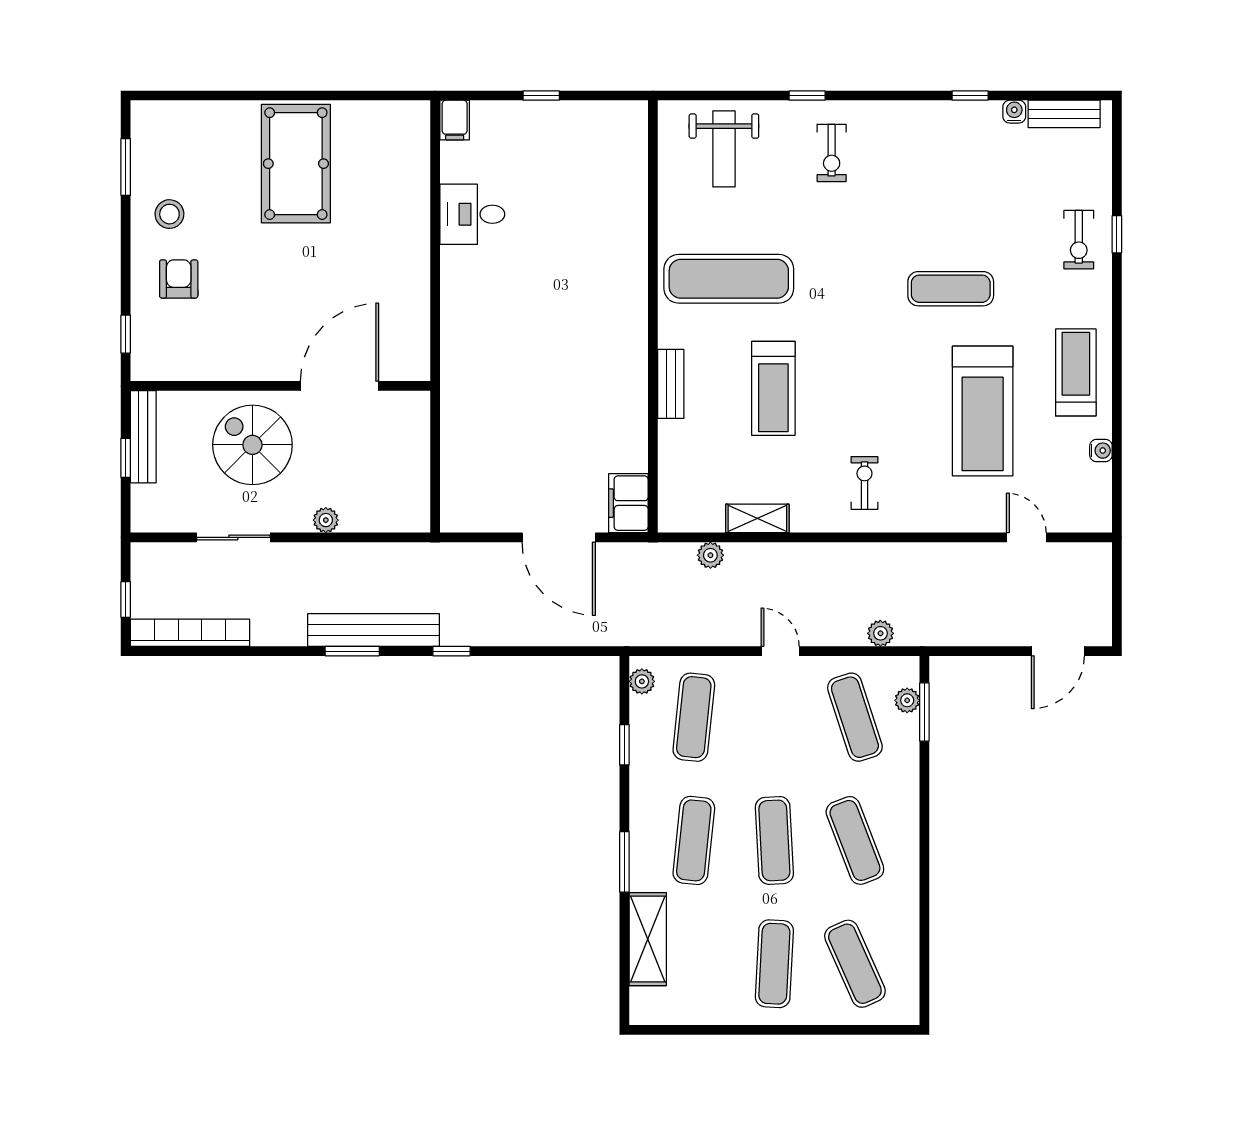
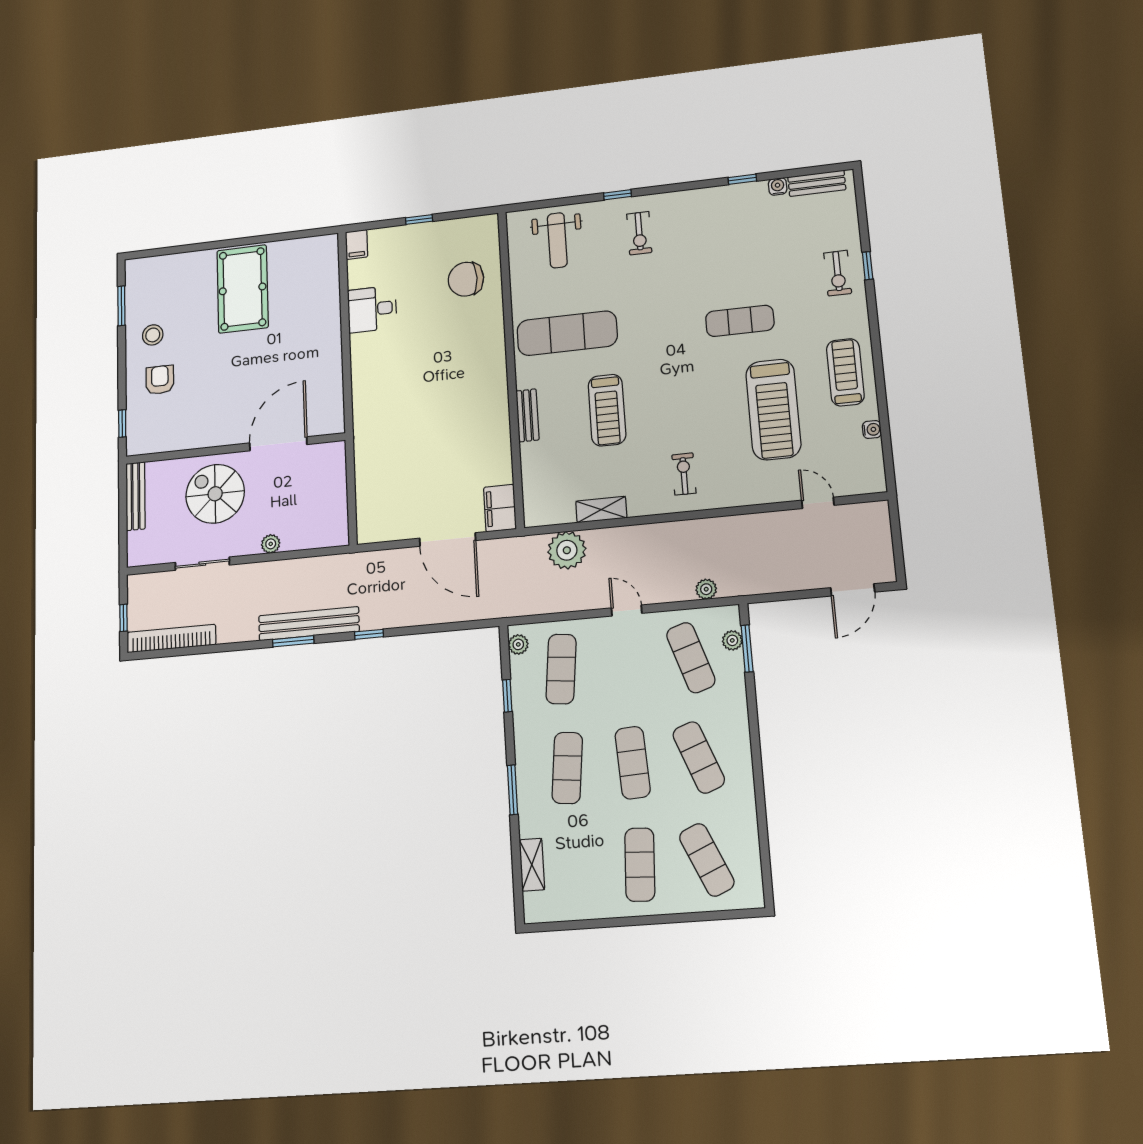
chair: (600, 188) -> (466, 279), added
window: (126, 458) -> (123, 513), removed
plant: (710, 555) -> (567, 550), width x1.87, depth x1.87
shelving: (648, 939) -> (532, 865), width x0.67, depth x0.75

